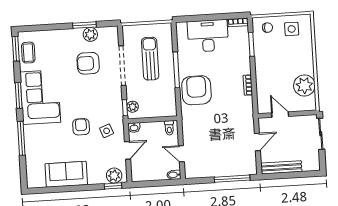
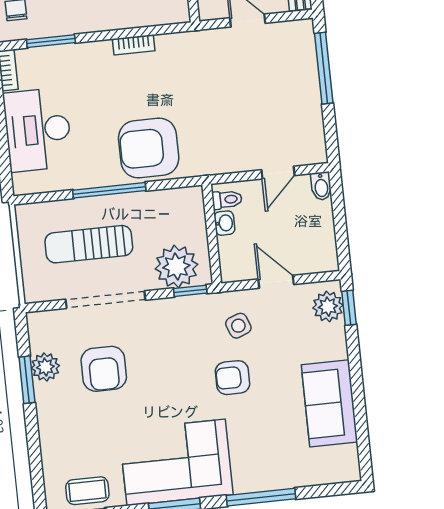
plant: (133, 107) -> (176, 267), width x1.88, depth x1.88
washbasin: (134, 128) -> (224, 223), moved

